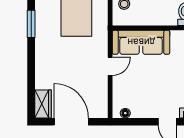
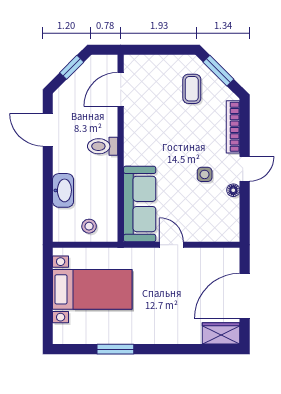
side table: (163, 91) -> (205, 174), added
floor lamp: (125, 113) -> (233, 190), moved

